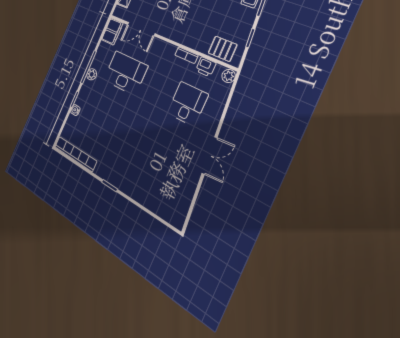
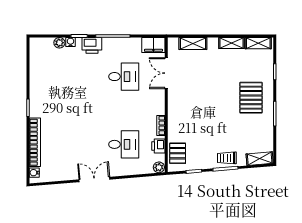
desk: (125, 73) -> (124, 77), width x0.73
plant: (92, 74) -> (59, 43), moved
printer: (87, 91) -> (92, 45), added
bookcase: (75, 154) -> (35, 142), moved
double door: (210, 156) -> (94, 180), swing flipped
water cooler: (173, 219) -> (34, 173), added

